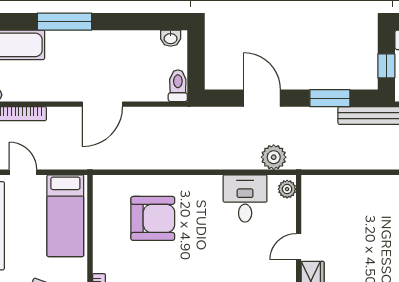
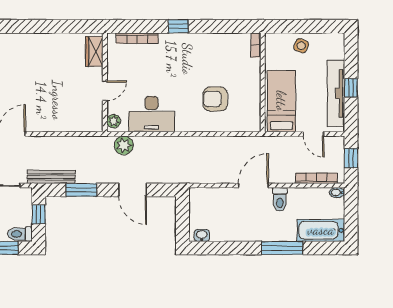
toilet: (178, 86) -> (280, 199), moved
desk: (245, 198) -> (152, 114), width x1.37
armchair: (153, 218) -> (215, 99), width x0.73, depth x0.73
door: (299, 247) -> (105, 91), moved

